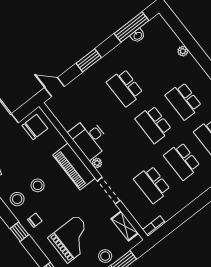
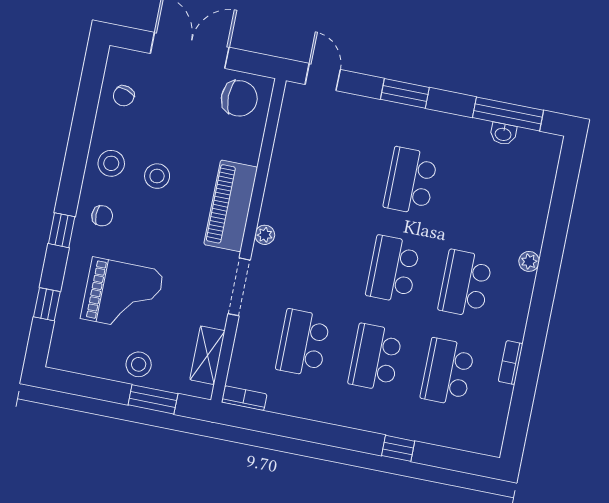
plant: (183, 51) -> (529, 261), moved
desk: (89, 138) -> (291, 192), removed
window: (19, 232) -> (62, 230), moved

